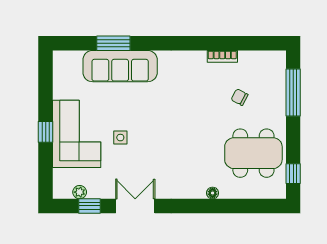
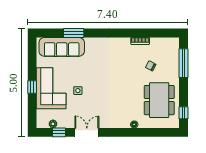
sofa: (120, 66) -> (62, 47), moved
dining table: (253, 153) -> (159, 100), turned 90

